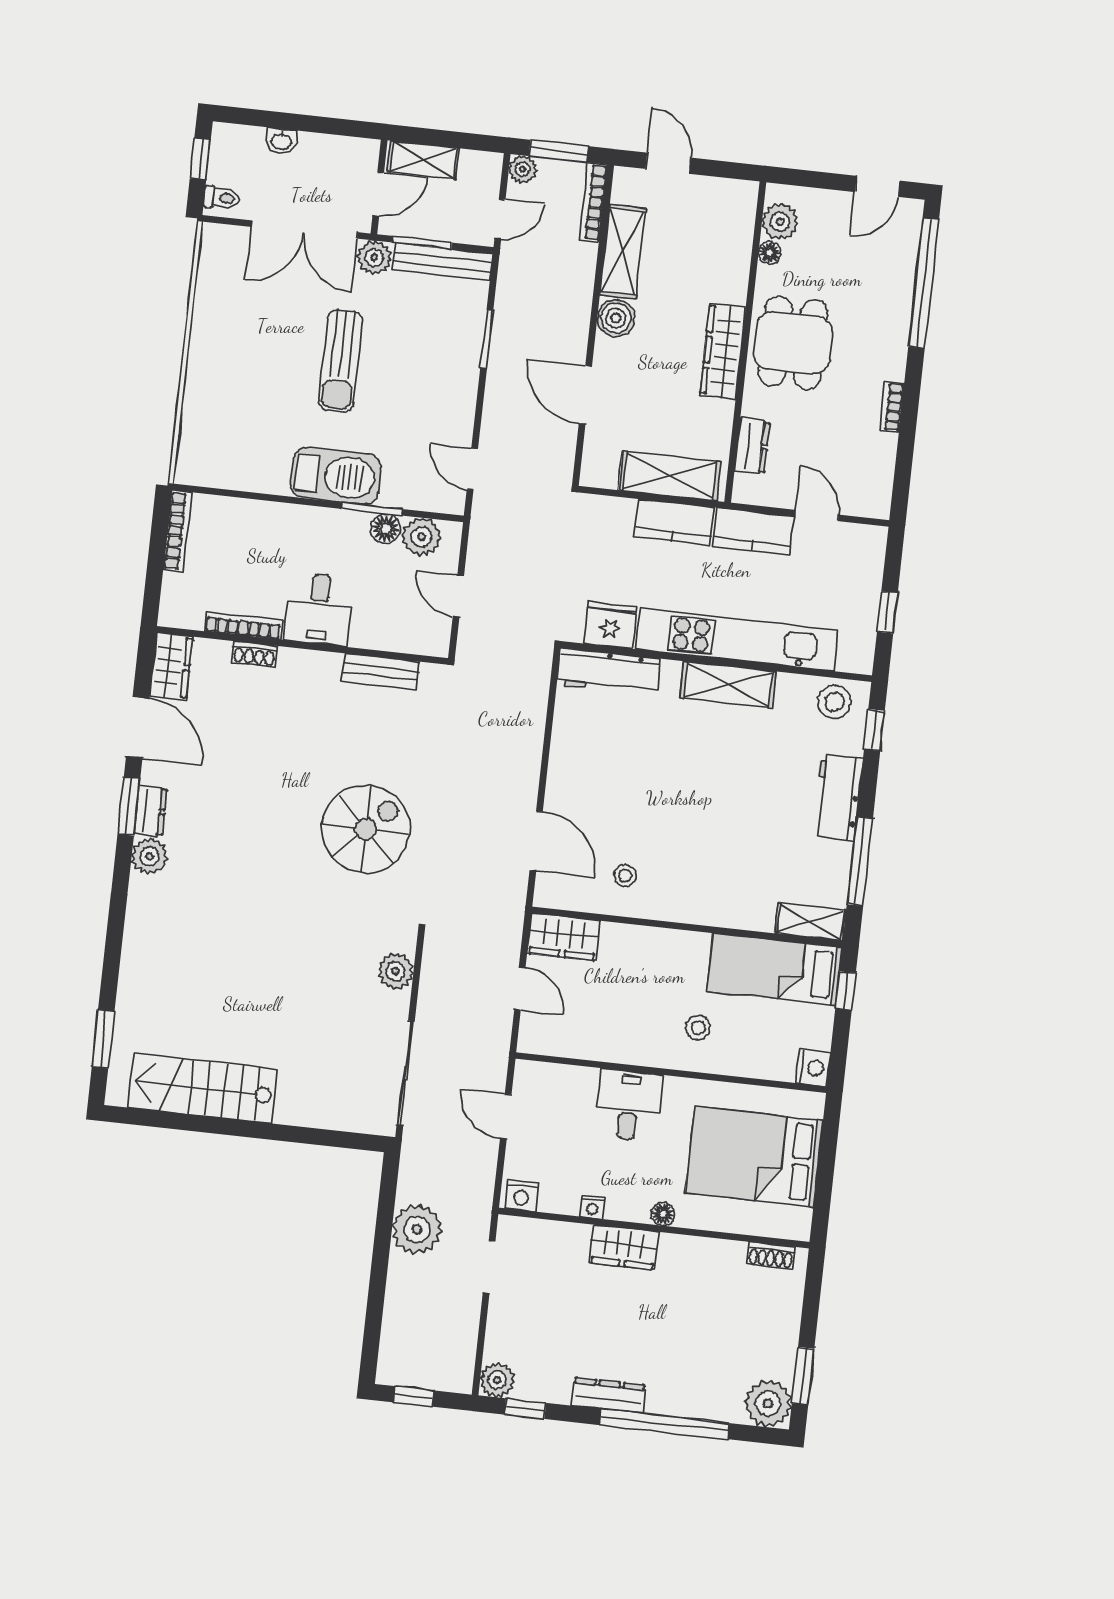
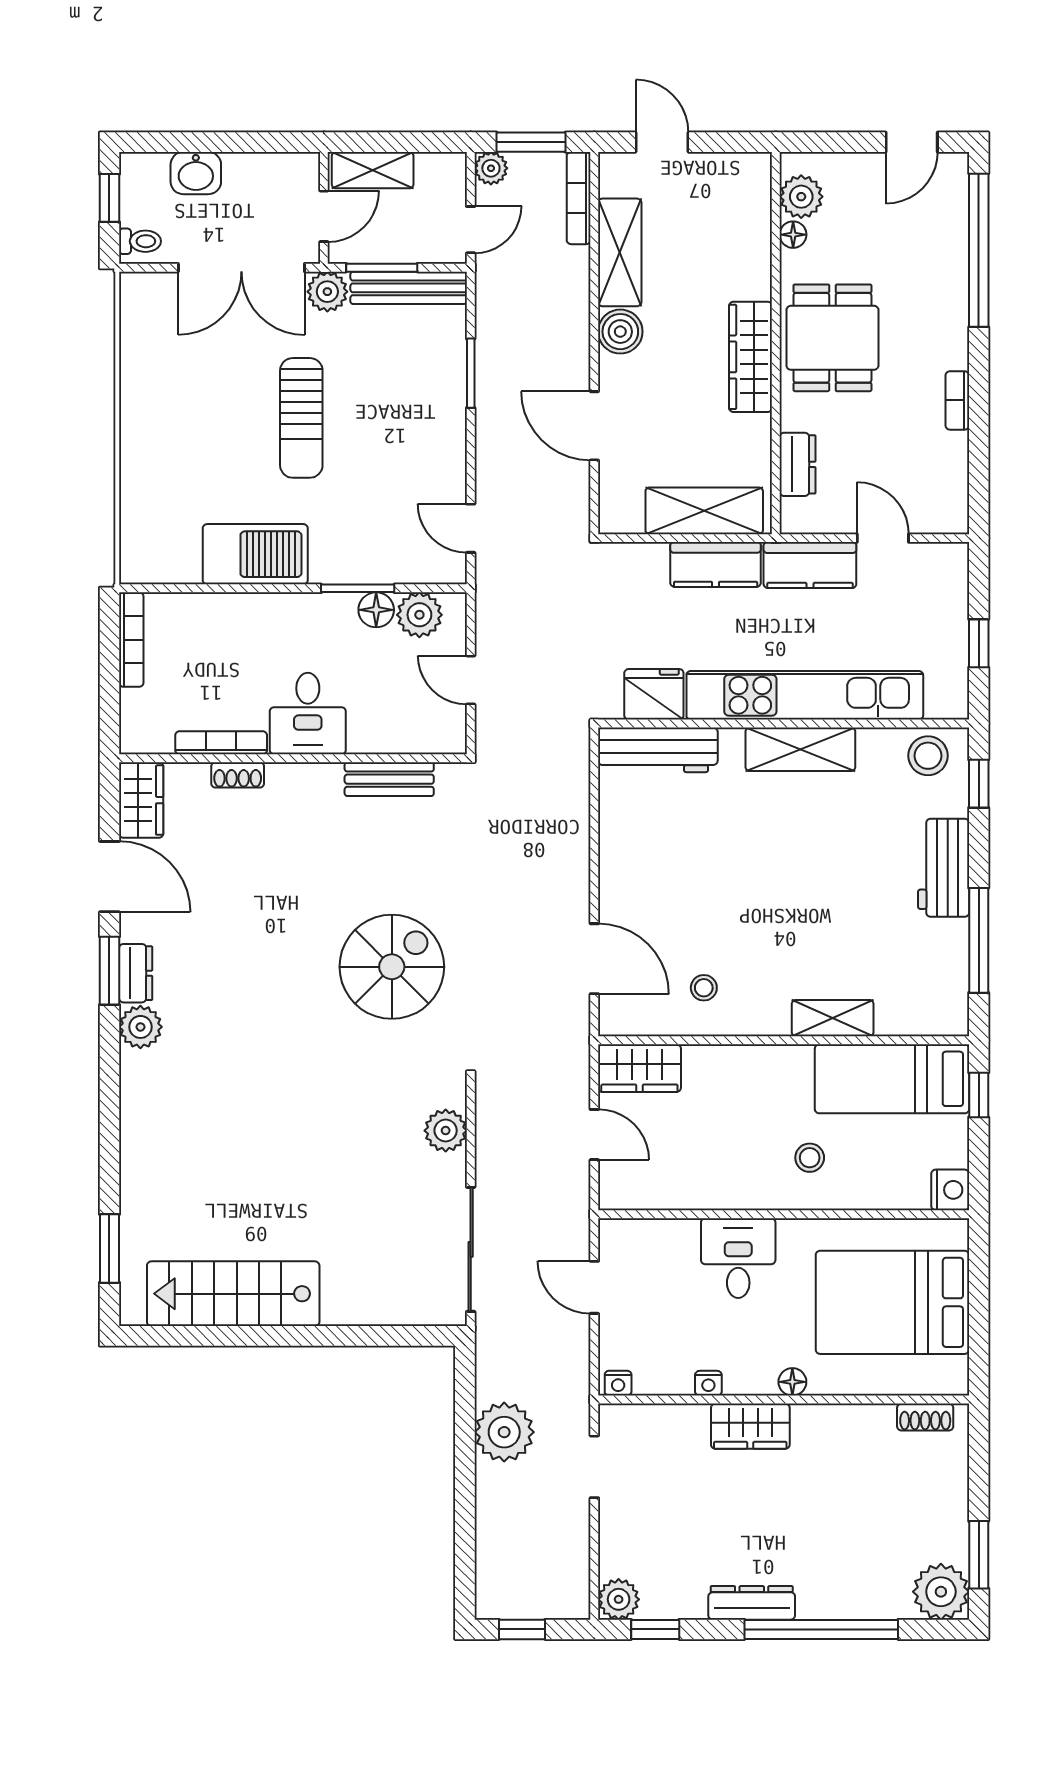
washbasin: (281, 141) -> (196, 173), width x1.38, depth x1.45
barbecue: (336, 476) -> (255, 554), moved
shelving: (810, 922) -> (833, 1018), moved
nightstand: (522, 1196) -> (618, 1383), width x0.72, depth x0.74

